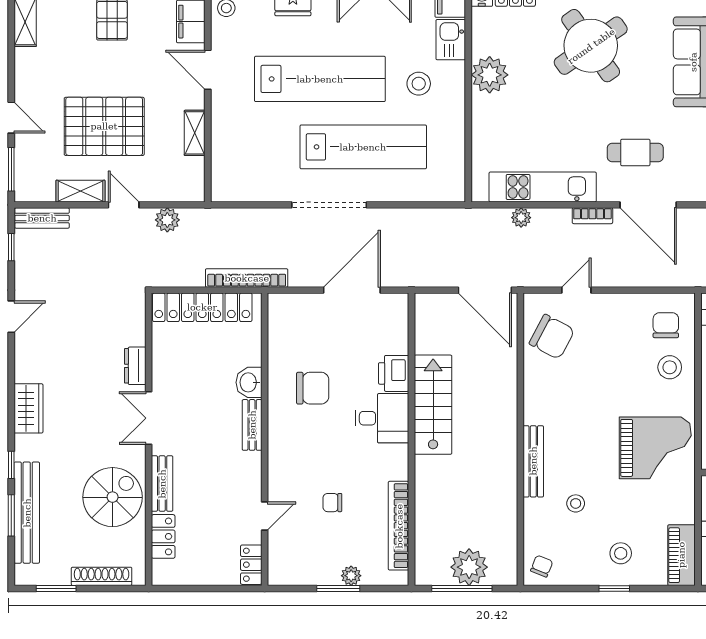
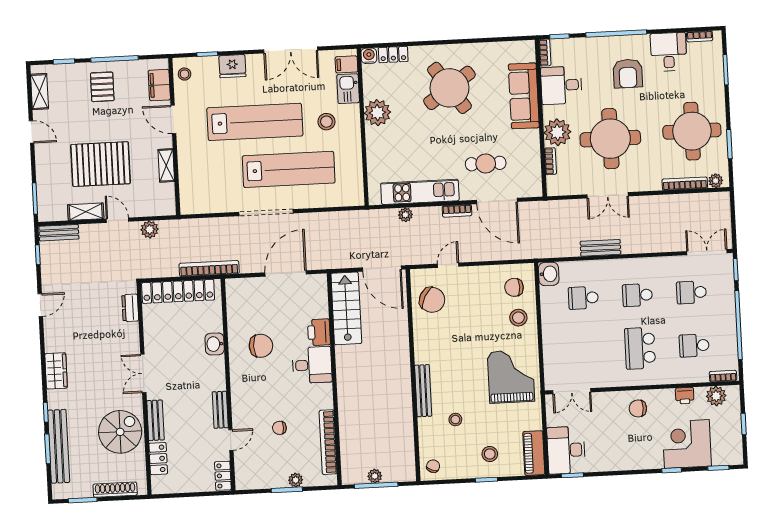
door: (11, 118) -> (32, 132), moved
chair: (666, 325) -> (514, 287), turned -90
dresser: (135, 366) -> (130, 308), moved
stairs: (433, 405) -> (346, 308), moved
bench: (252, 425) -> (220, 410), moved
grand piano: (655, 448) -> (511, 376), turned -90
plant: (469, 567) -> (375, 476), width x0.53, depth x0.53

